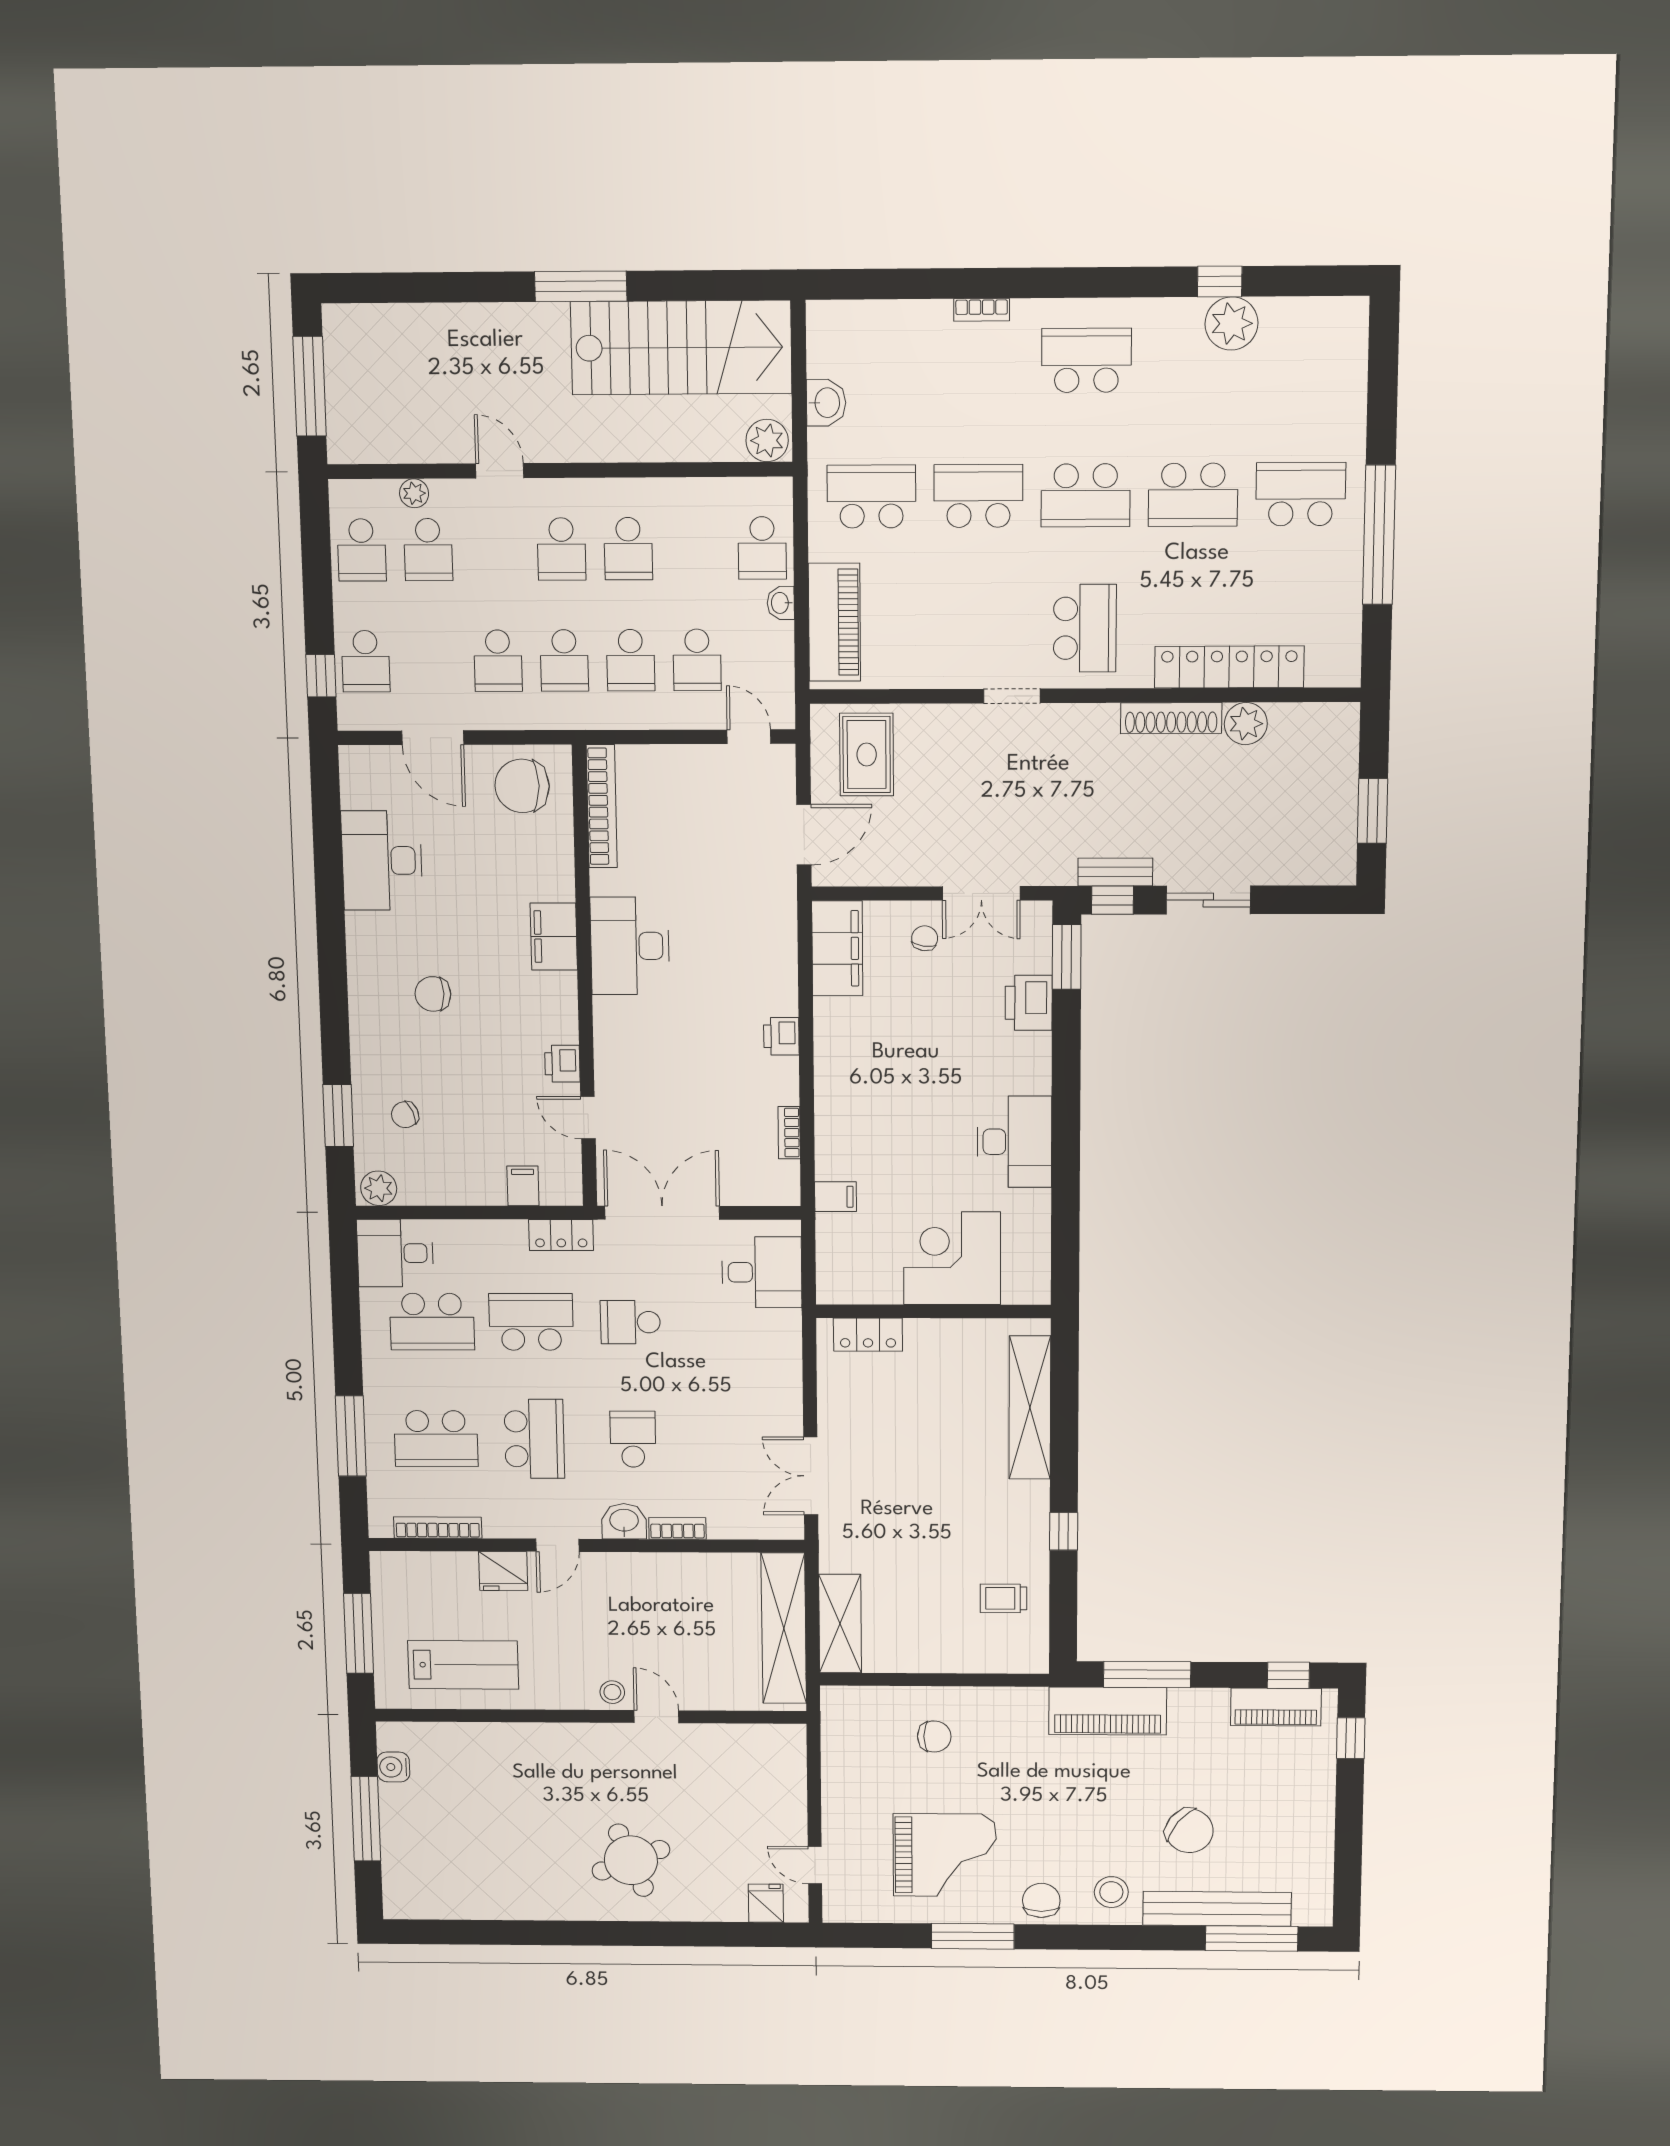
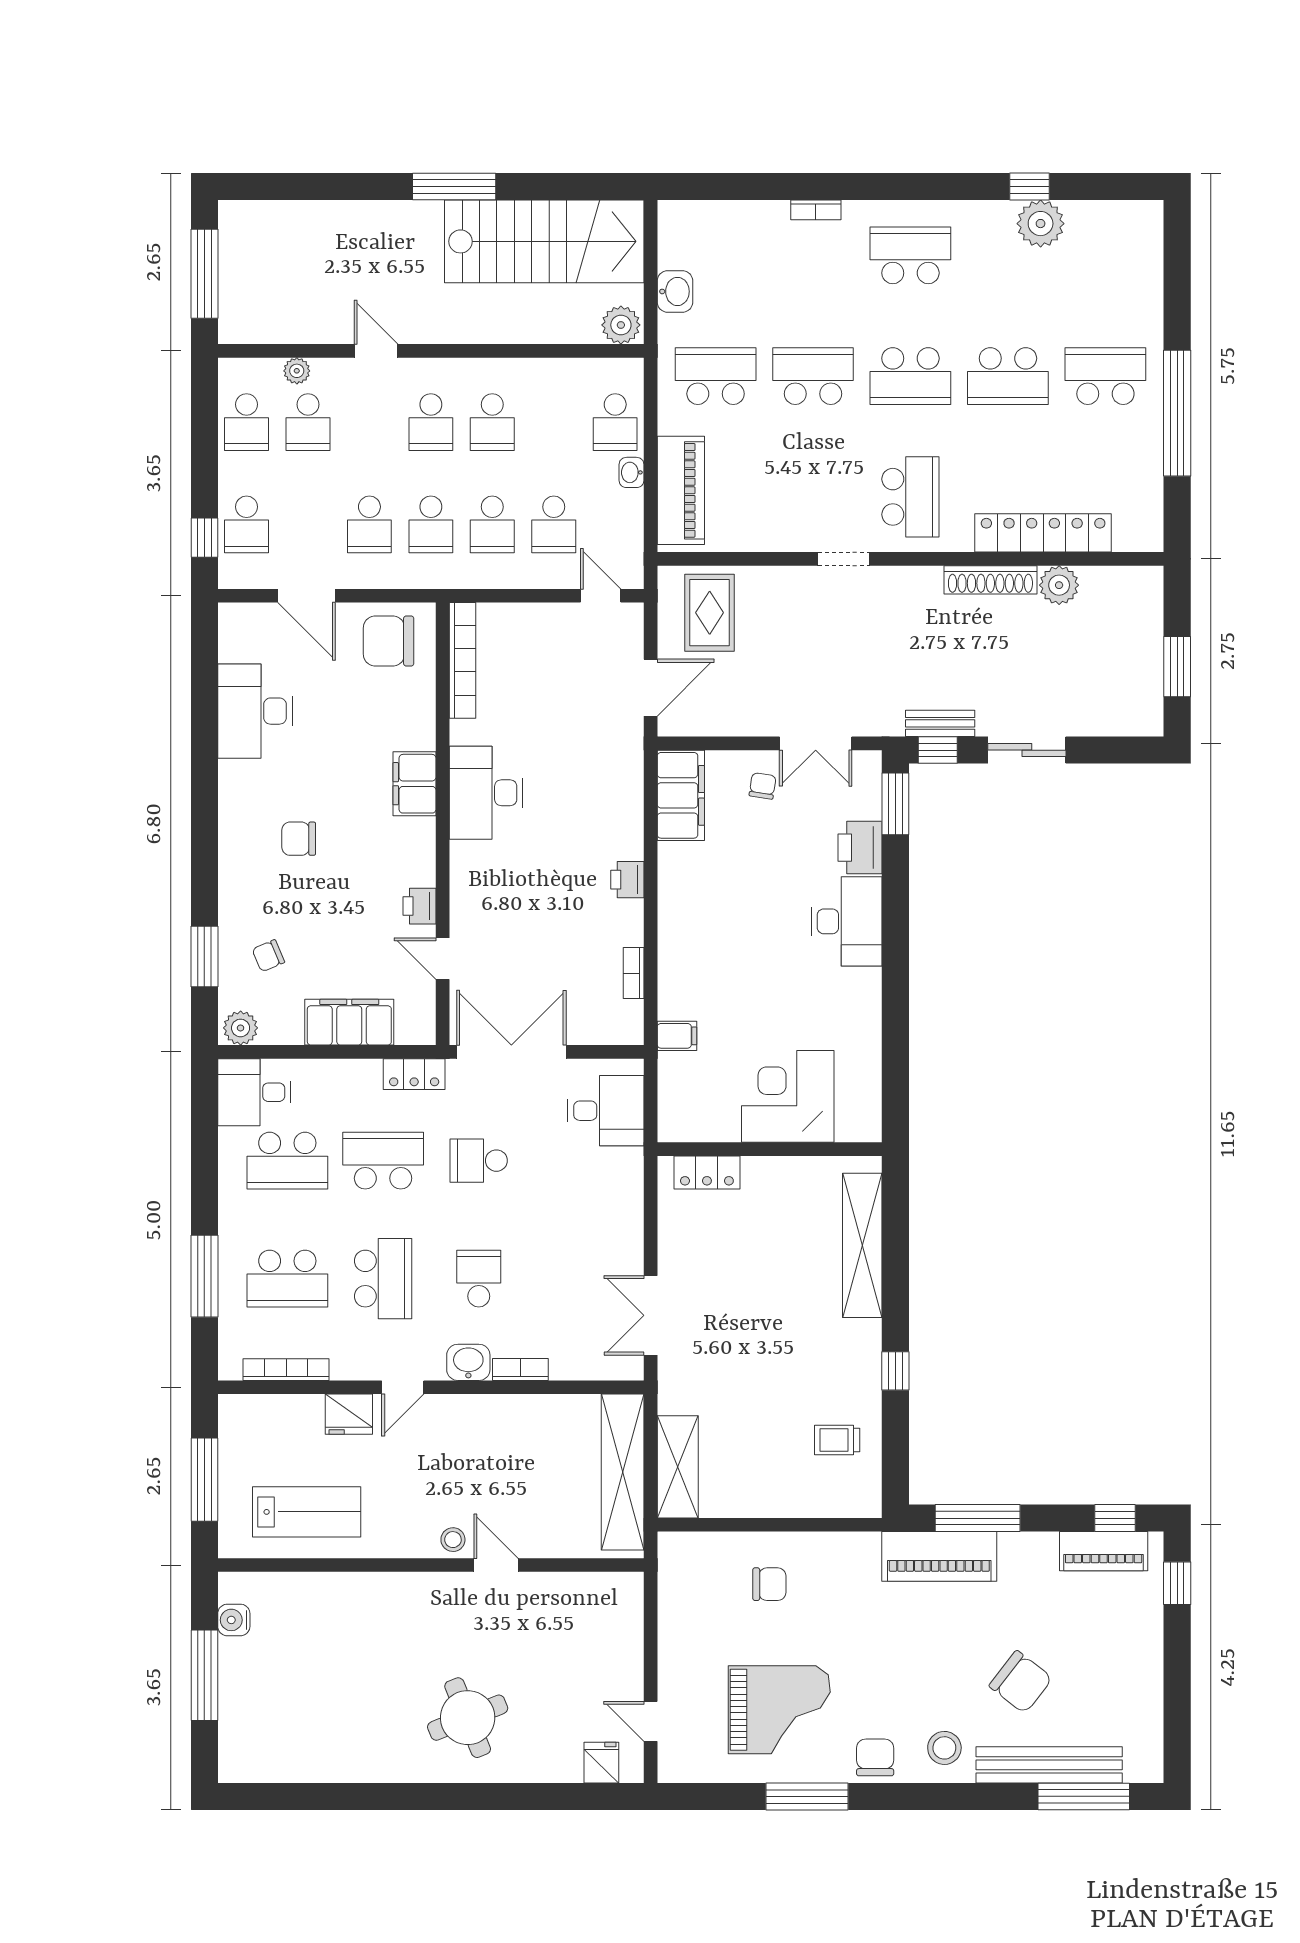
desk: (1014, 1142) -> (847, 921), moved
filing cabinet: (523, 1186) -> (349, 1022), width x3.00, depth x1.17

